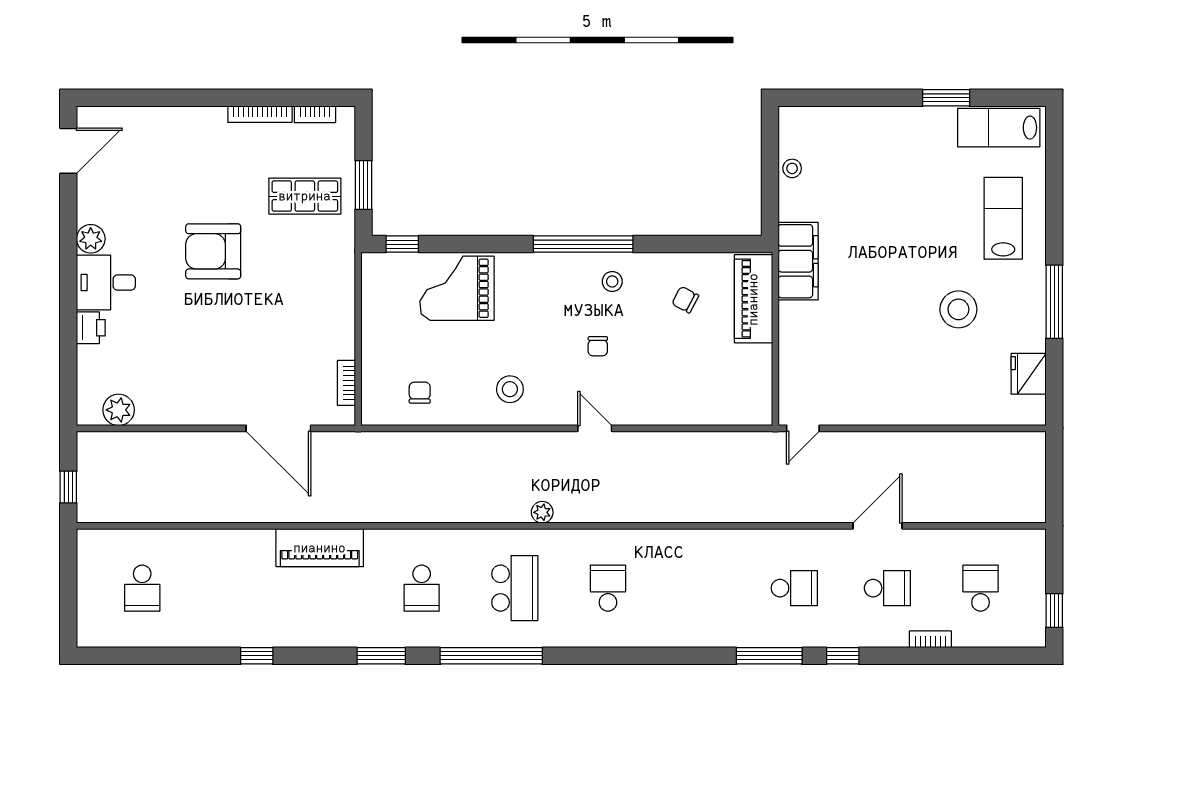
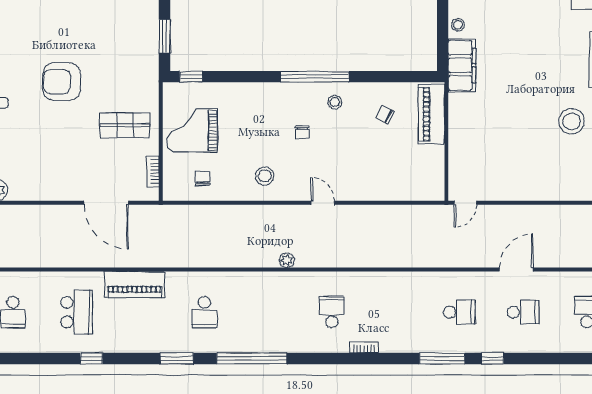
shop shelf: (305, 196) -> (125, 125), moved
filing cabinet: (798, 261) -> (462, 65), moved
grand piano: (457, 288) -> (192, 130), moved
chair: (598, 346) -> (302, 132), moved
school desk: (515, 588) -> (77, 312), moved
bookcase: (930, 639) -> (364, 347), moved

